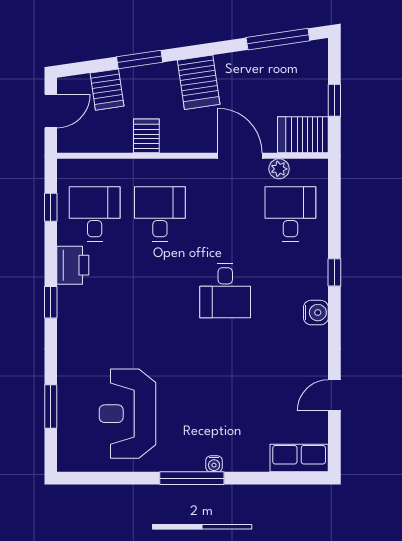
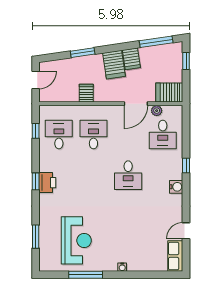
server rack: (107, 90) -> (131, 59), moved
window: (334, 100) -> (186, 61), moved
door: (240, 156) -> (136, 104), swing flipped
desk: (290, 214) -> (163, 135), turned 180
printer: (73, 265) -> (47, 183), moved
reception desk: (128, 414) -> (76, 240), turned 180
row of seats: (299, 458) -> (175, 256), moved, turned -90
window: (192, 478) -> (86, 275), moved

